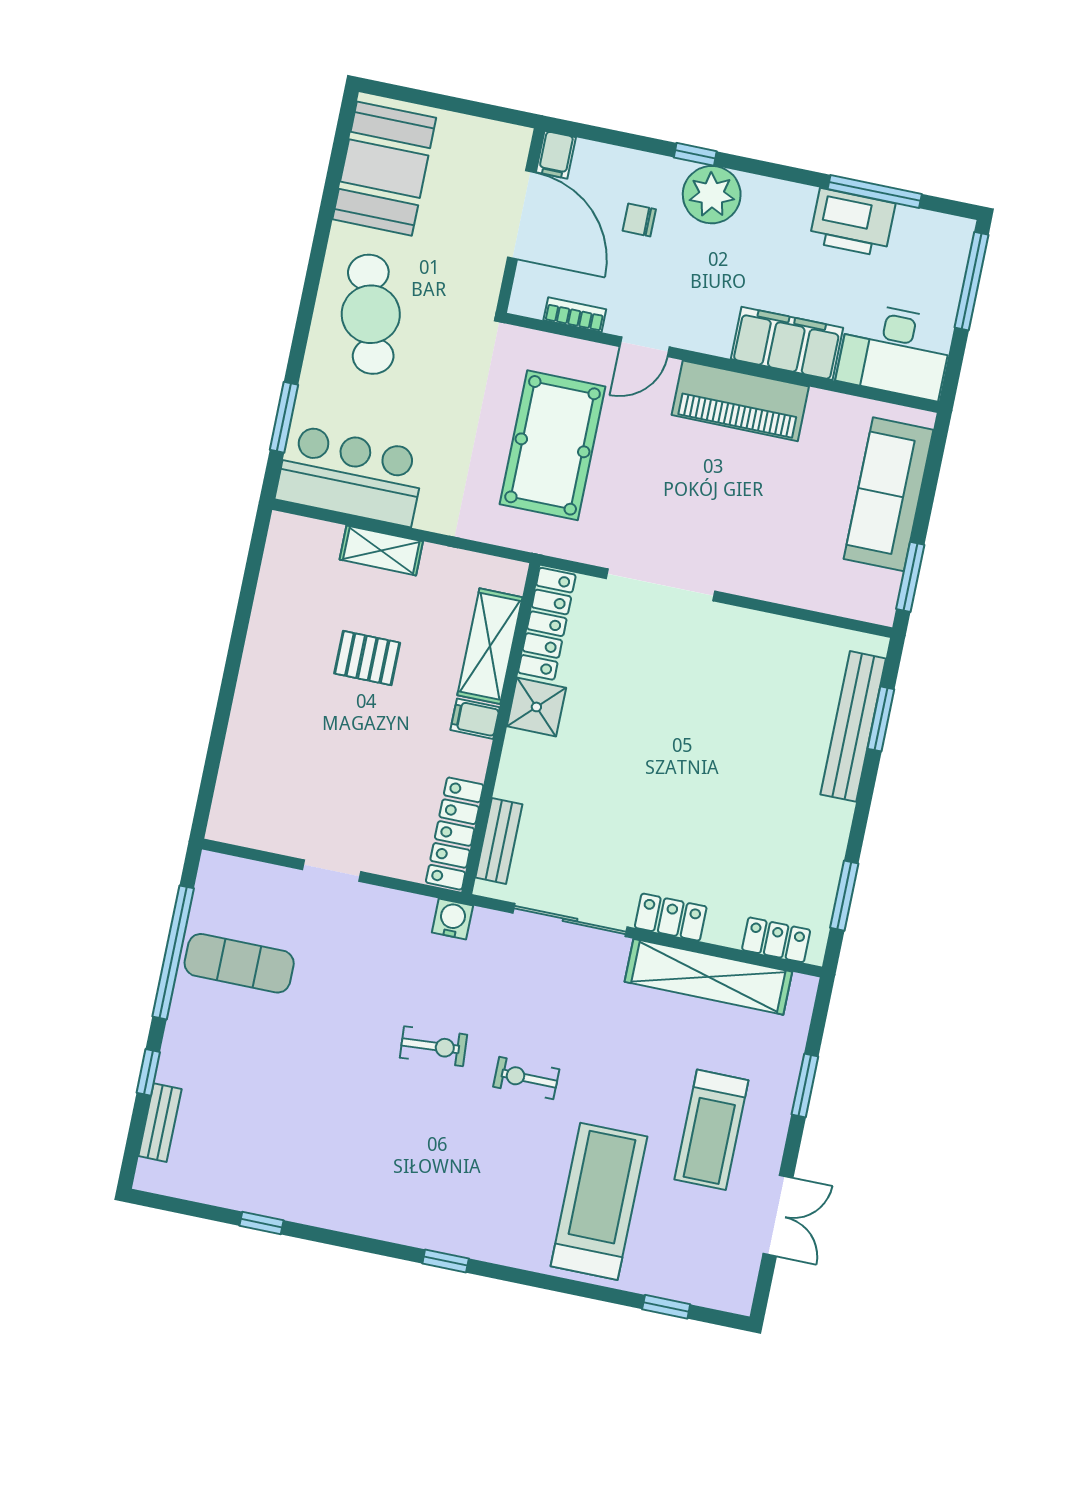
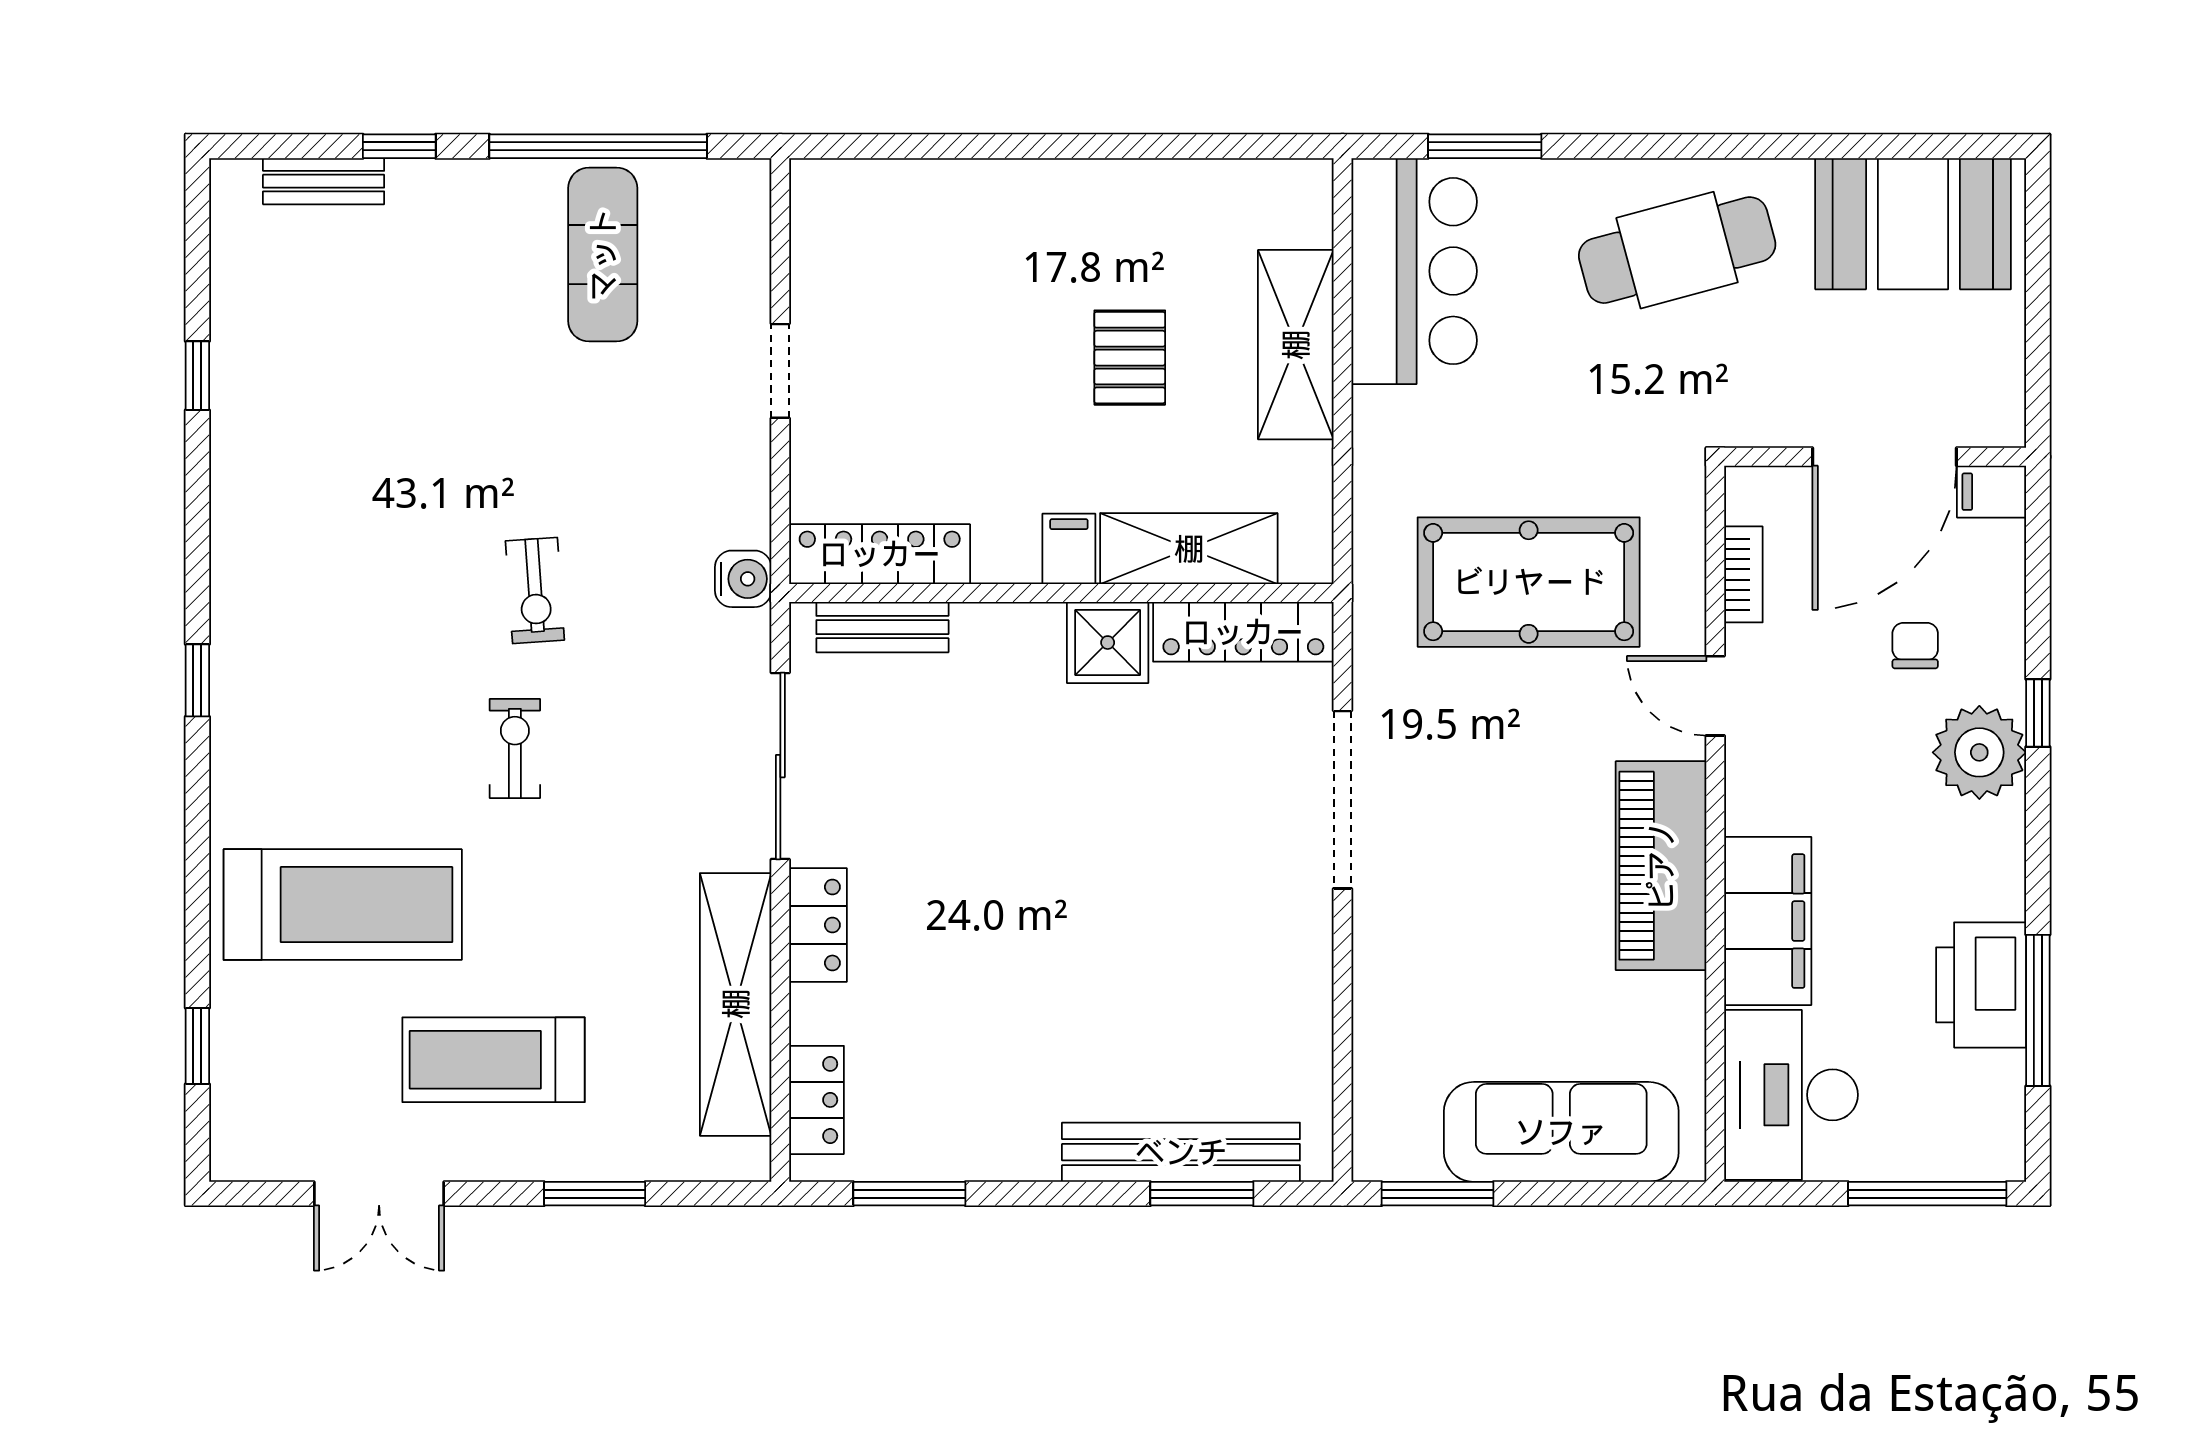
shelving: (381, 550) -> (1296, 345), width x1.50, depth x1.33

